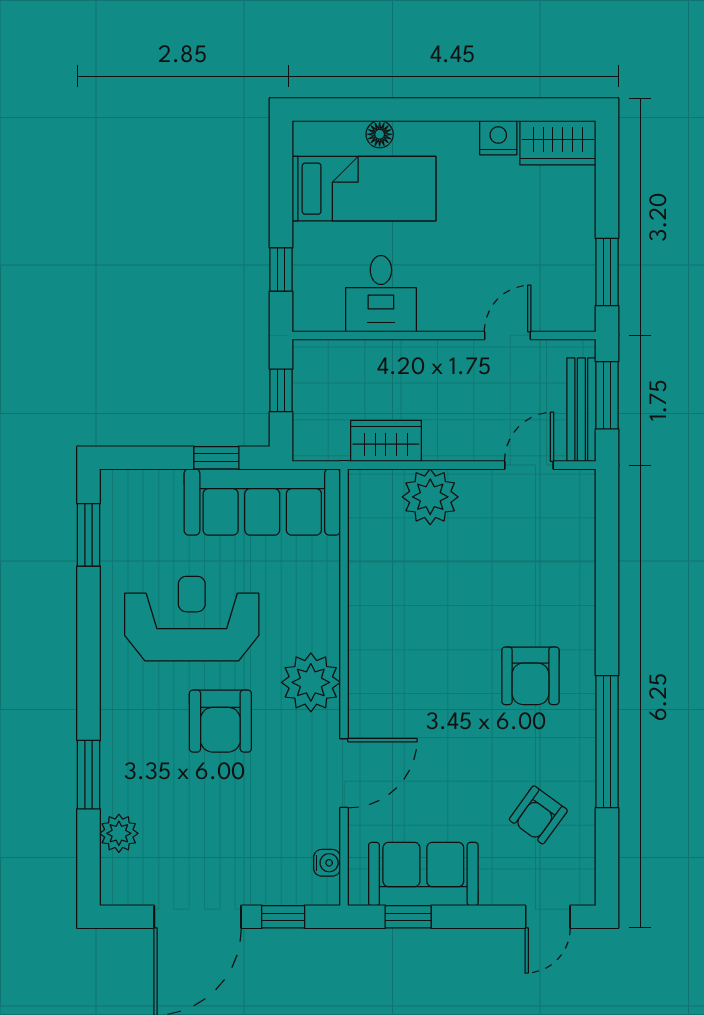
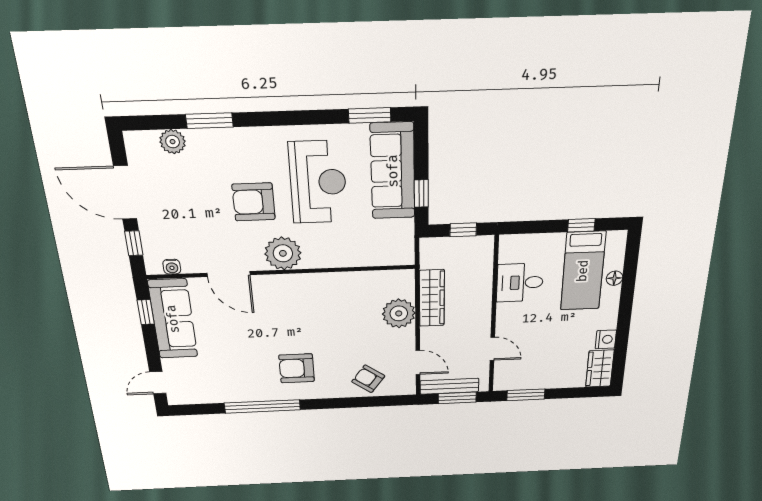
window: (281, 269) -> (581, 225), moved
wardrobe: (386, 441) -> (432, 298), width x1.50
sofa: (262, 502) -> (393, 171), moved
armchair: (538, 815) -> (368, 379), moved
sofa: (423, 874) -> (173, 319), width x1.36
door: (548, 917) -> (158, 383), hinge flipped

